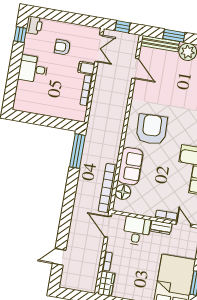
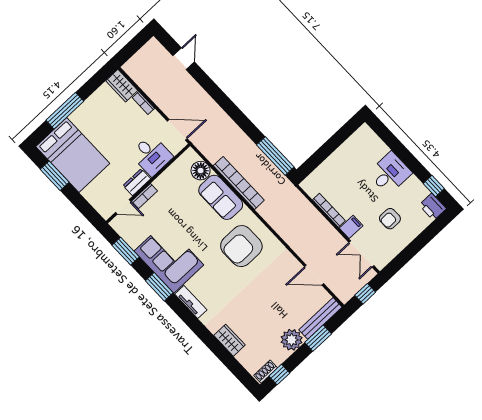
armchair: (62, 47) -> (390, 219), turned 180
armchair: (152, 129) -> (241, 246), turned 92
bookcase: (108, 188) -> (239, 183), moved

